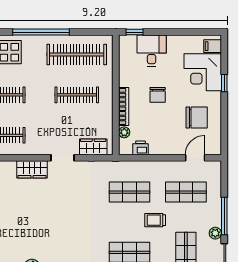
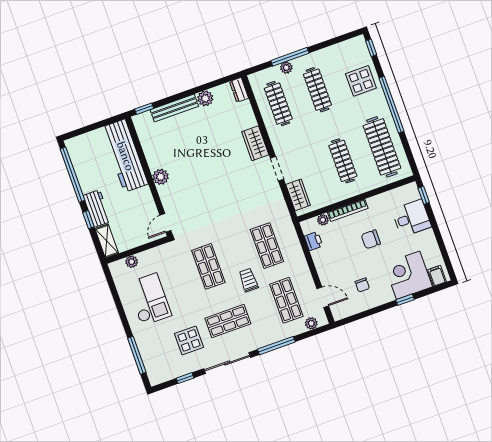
chair: (197, 118) -> (362, 285), width x0.54, depth x0.54
plant: (215, 233) -> (311, 323), moved

